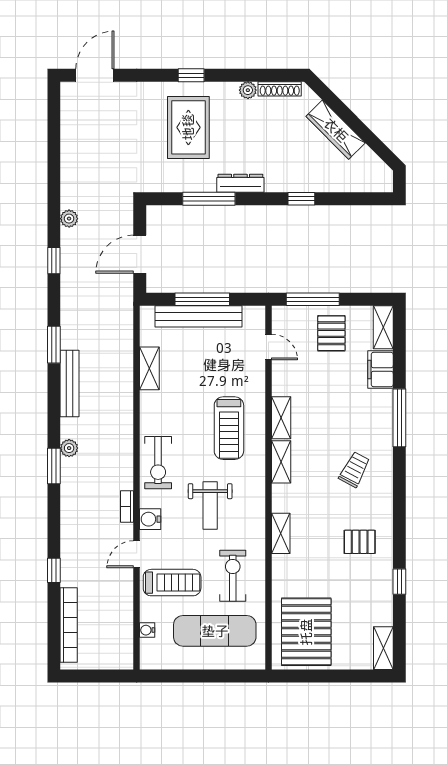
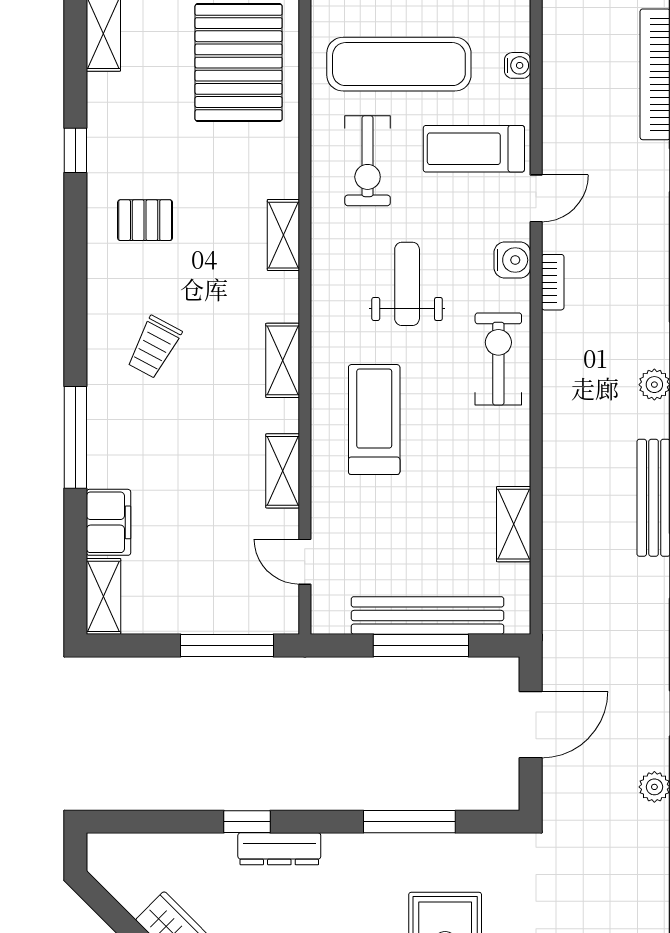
dresser: (240, 183) -> (279, 849), moved
pallet: (331, 333) -> (194, 586), removed
shelving: (281, 418) -> (283, 471), moved

